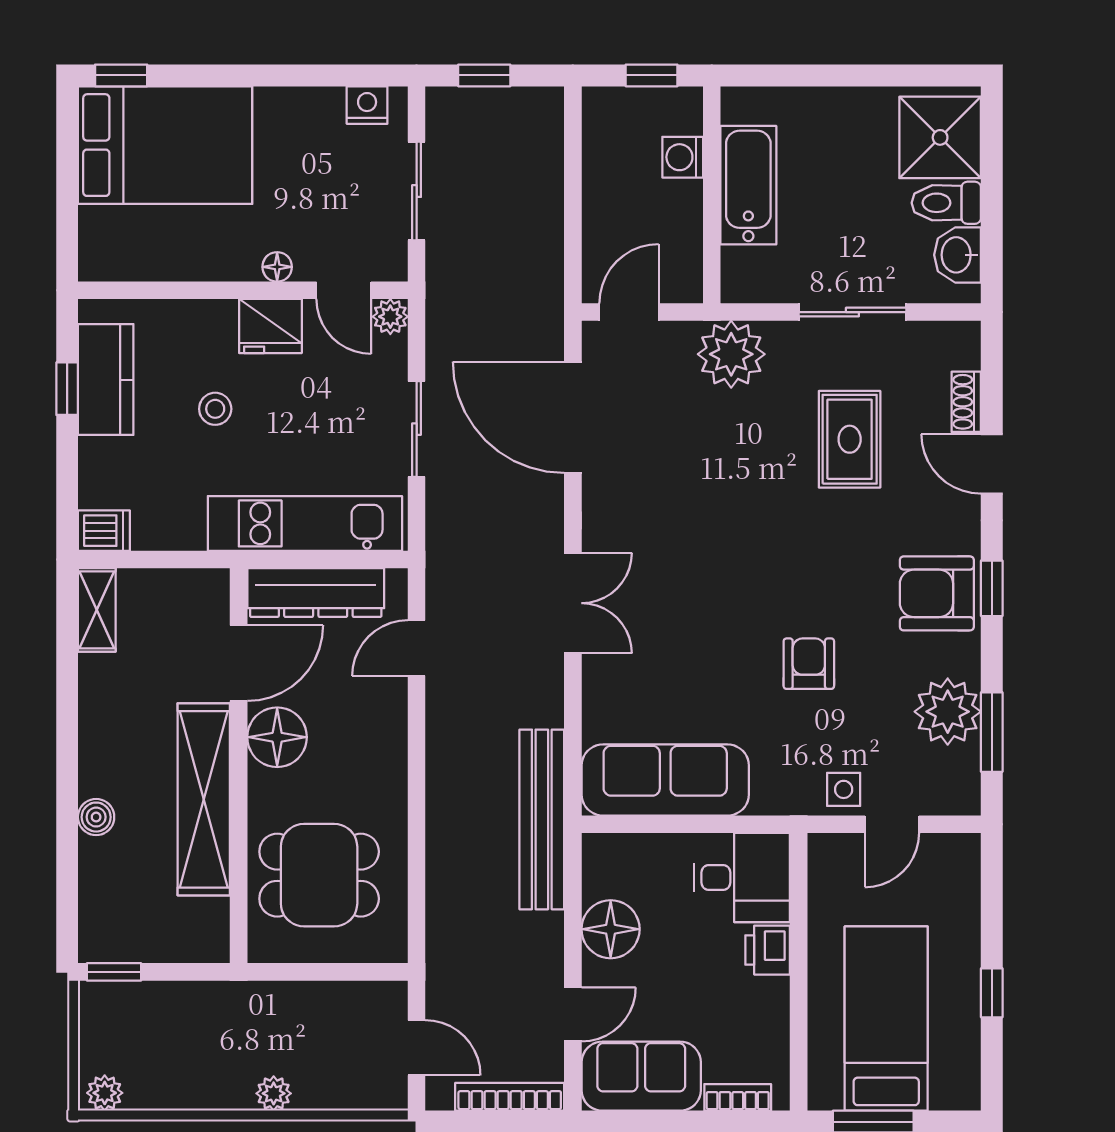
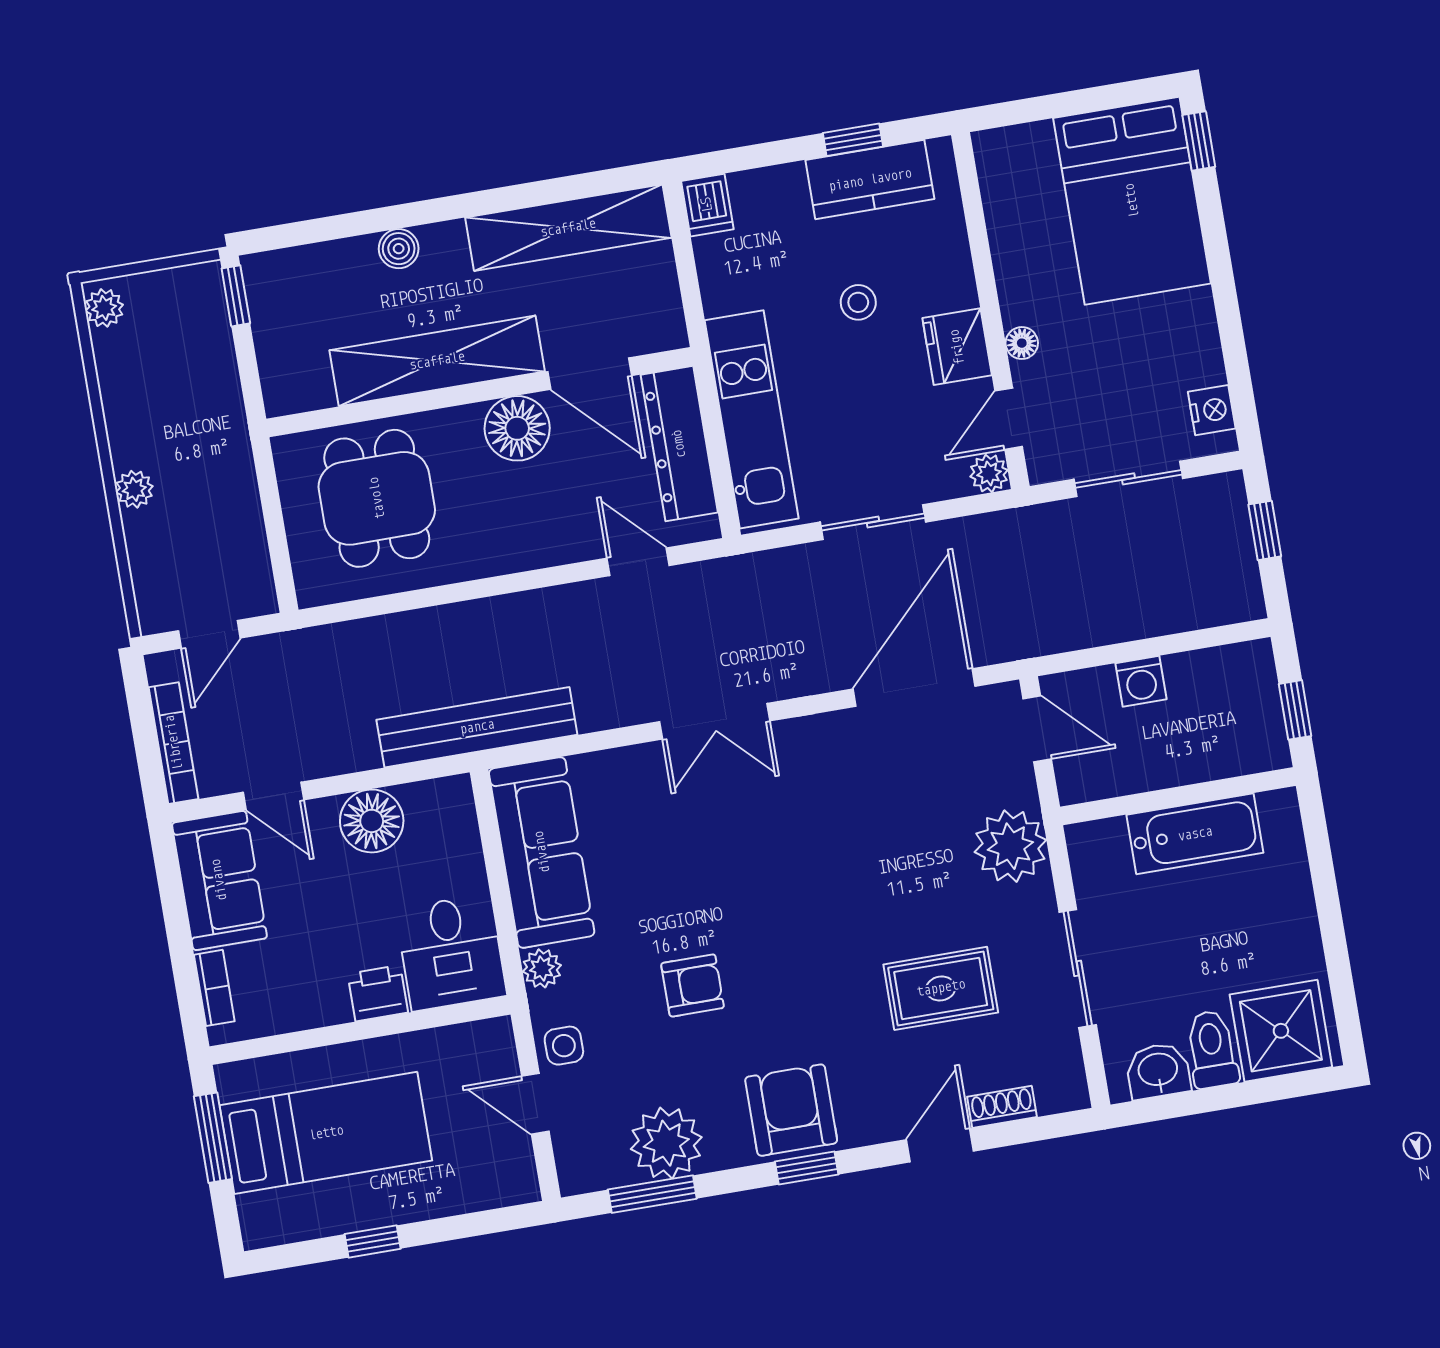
washing machine: (683, 157) -> (1141, 681), moved, turned 180
shelving: (97, 610) -> (568, 228), width x2.20, depth x1.33
plant: (770, 798) -> (542, 968), added

